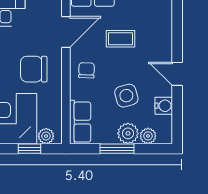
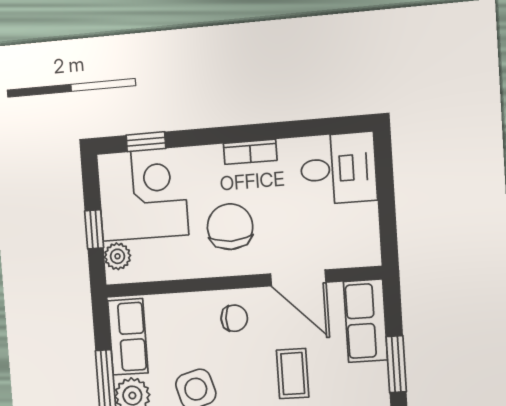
row of seats: (80, 122) -> (128, 337), moved, turned -90

